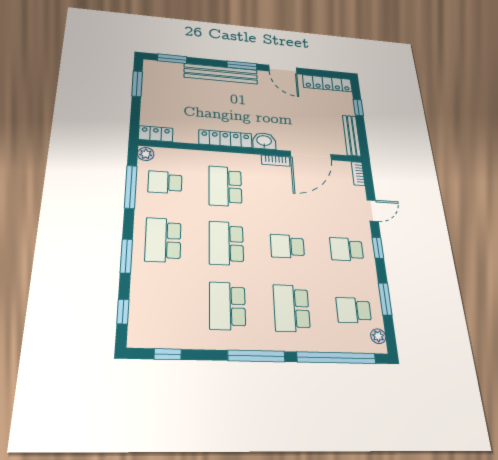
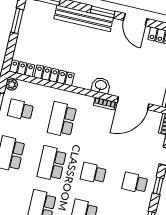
locker: (225, 139) -> (54, 75), moved

